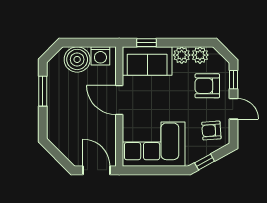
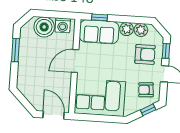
armchair: (207, 86) -> (145, 54), turned 180
door: (119, 100) -> (75, 61), hinge flipped
window: (205, 162) -> (148, 110), moved

